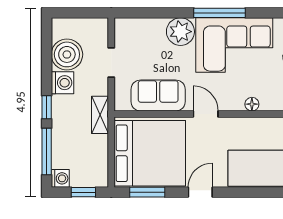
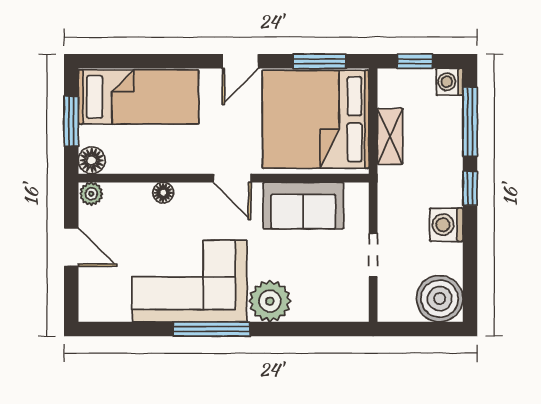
boiler: (67, 54) -> (440, 299), moved
shelving: (100, 115) -> (390, 136), moved

